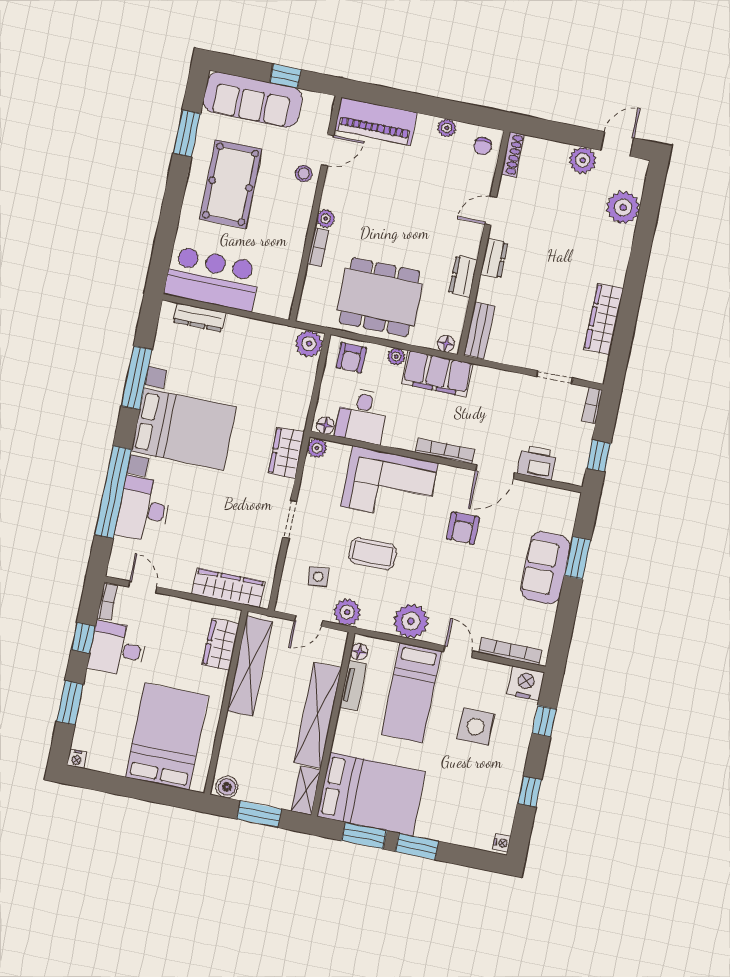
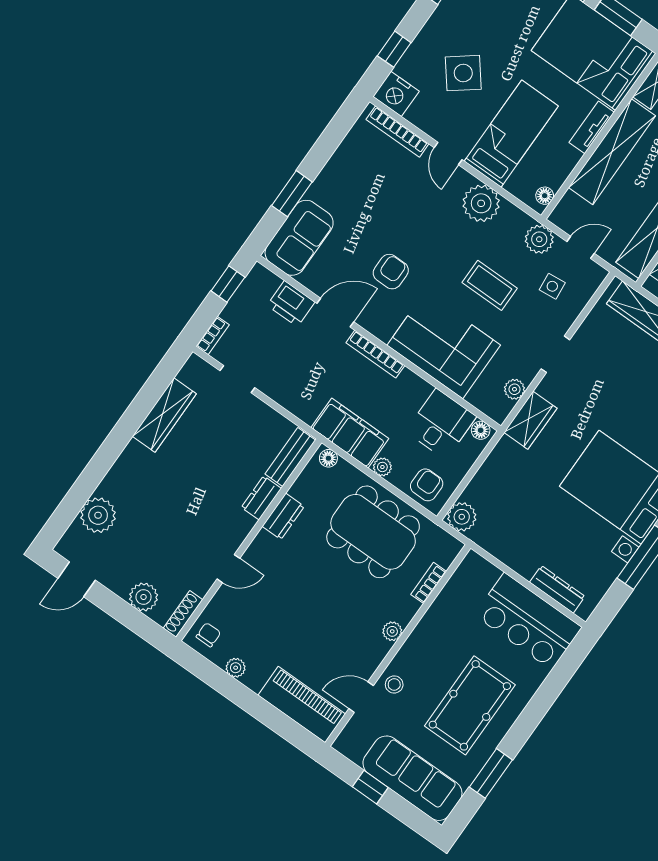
plant: (583, 160) -> (144, 597), moved
bookcase: (318, 247) -> (429, 583), moved
dresser: (494, 258) -> (261, 498), moved
plant: (317, 448) -> (514, 389), moved
sofa: (545, 568) -> (299, 238), moved
tv unit: (353, 685) -> (592, 127), moved
side table: (476, 727) -> (463, 73), turned -38

